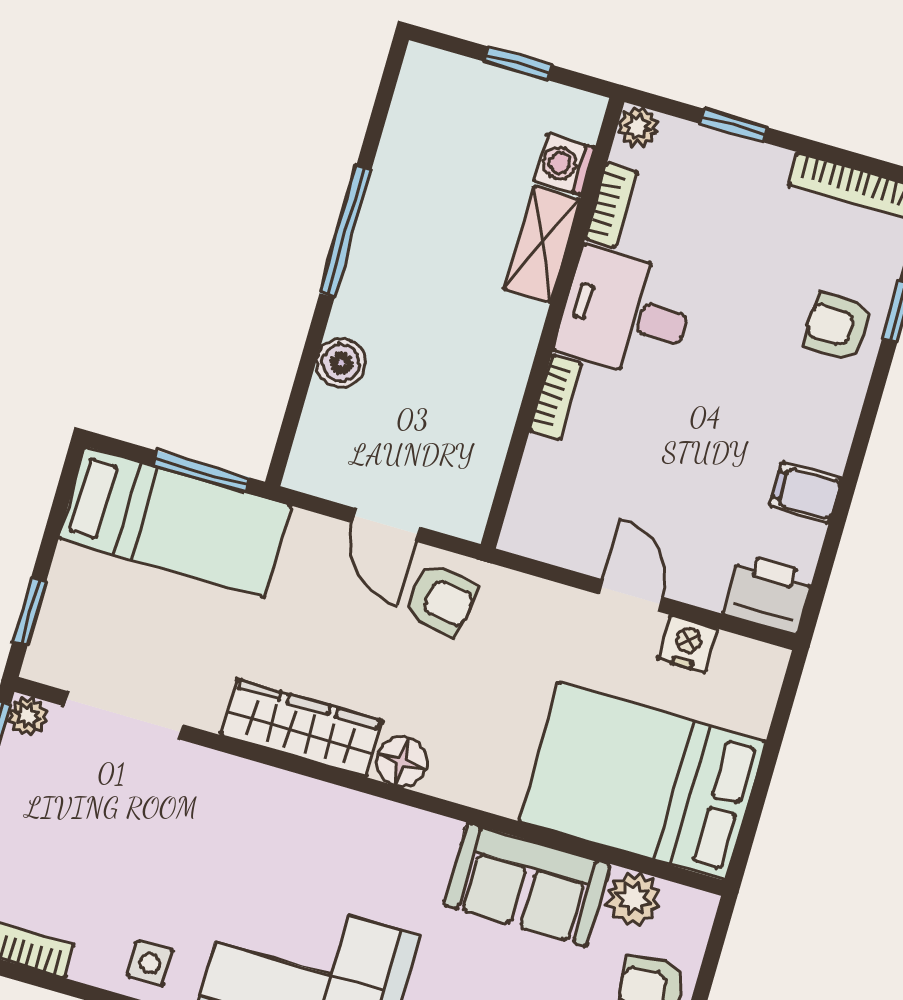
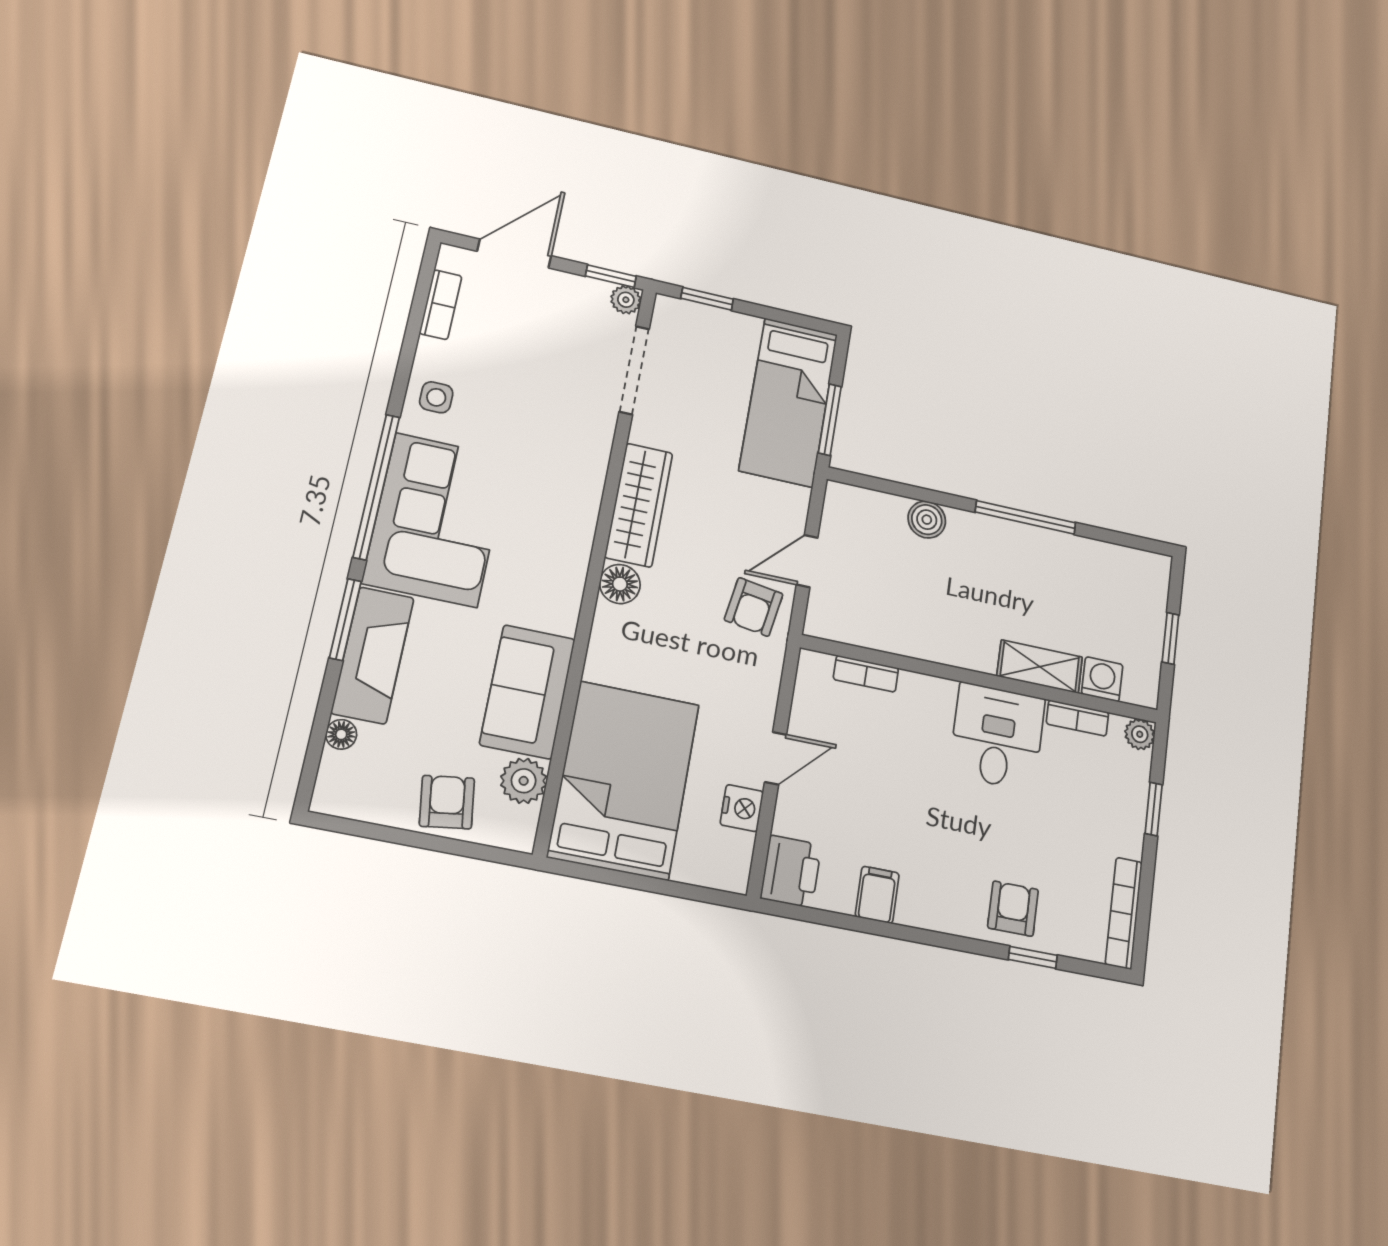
bookcase: (556, 397) -> (866, 674), moved

